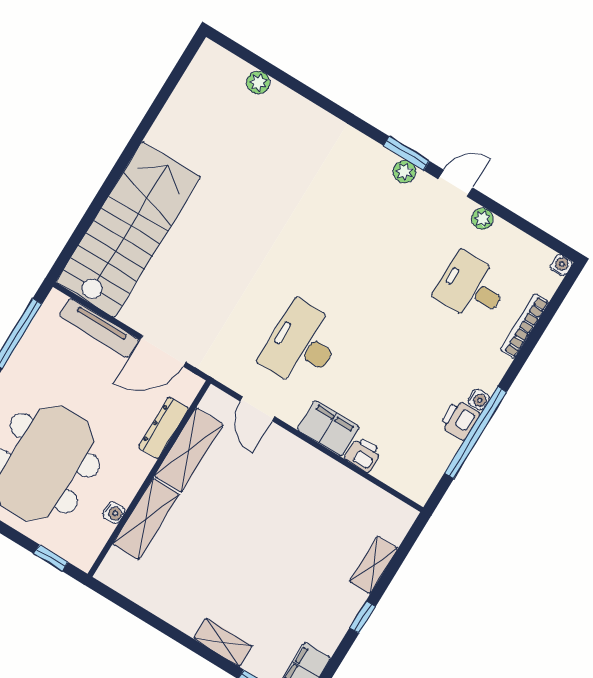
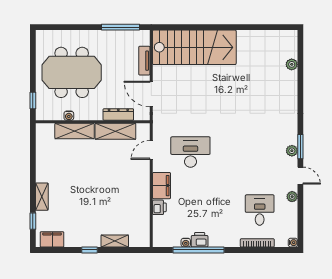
tv unit: (99, 328) -> (144, 61), width x0.71
water cooler: (479, 400) -> (186, 243), moved

